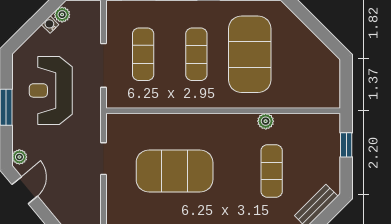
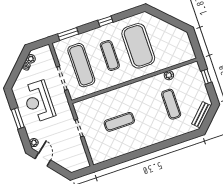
exercise mat: (143, 54) -> (81, 65), width x1.36, depth x1.45
plant: (266, 121) -> (169, 75), moved
exercise mat: (175, 171) -> (119, 122), width x0.50, depth x0.69

